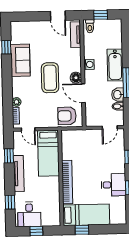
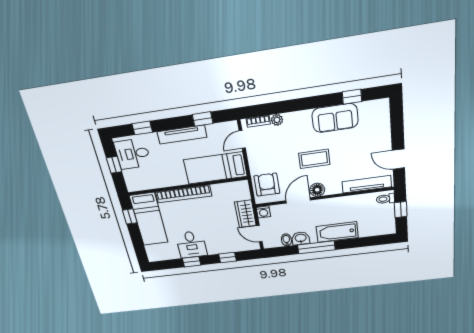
door: (58, 16) -> (398, 159), hinge flipped
tv unit: (76, 35) -> (367, 184), width x1.41
washing machine: (89, 64) -> (263, 212), moved
coffee table: (50, 78) -> (314, 159), width x0.73, depth x0.76
wardrobe: (90, 136) -> (245, 214), added

